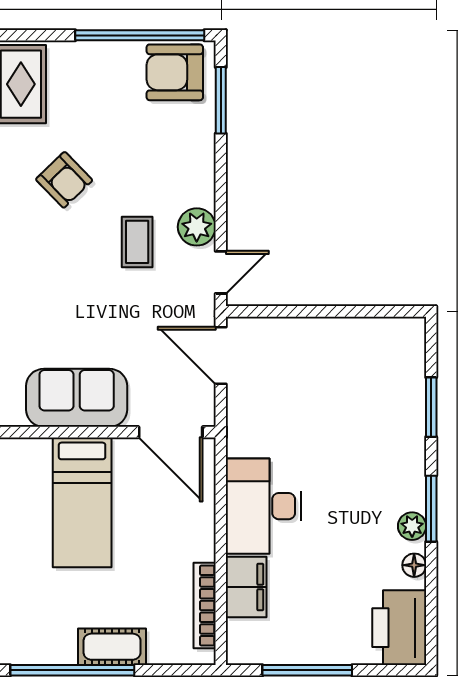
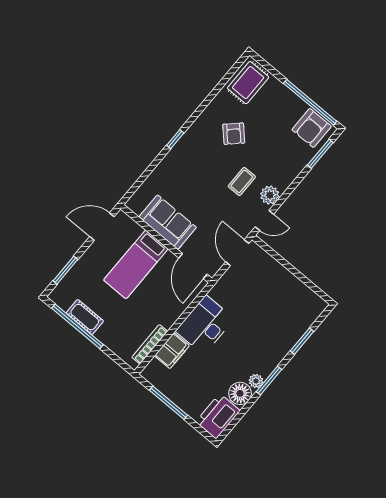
armchair: (175, 72) -> (312, 128), turned -90
floor lamp: (414, 565) -> (240, 393), width x1.89, depth x1.89
cot: (112, 647) -> (85, 317), moved

